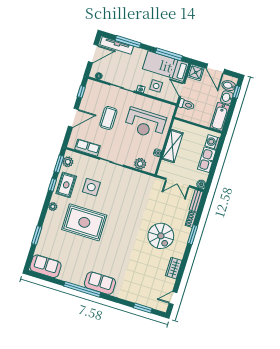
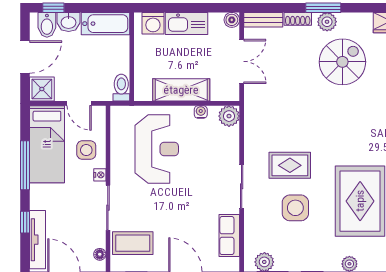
window: (128, 42) -> (25, 222), width x0.46
window: (169, 54) -> (25, 165), moved
door: (182, 90) -> (79, 103), hinge flipped
toilet: (186, 105) -> (121, 88), moved
coffee table: (108, 118) -> (133, 243), moved
plant: (140, 164) -> (229, 116), moved
rug: (66, 185) -> (290, 165), moved
plant: (185, 234) -> (327, 22), added

